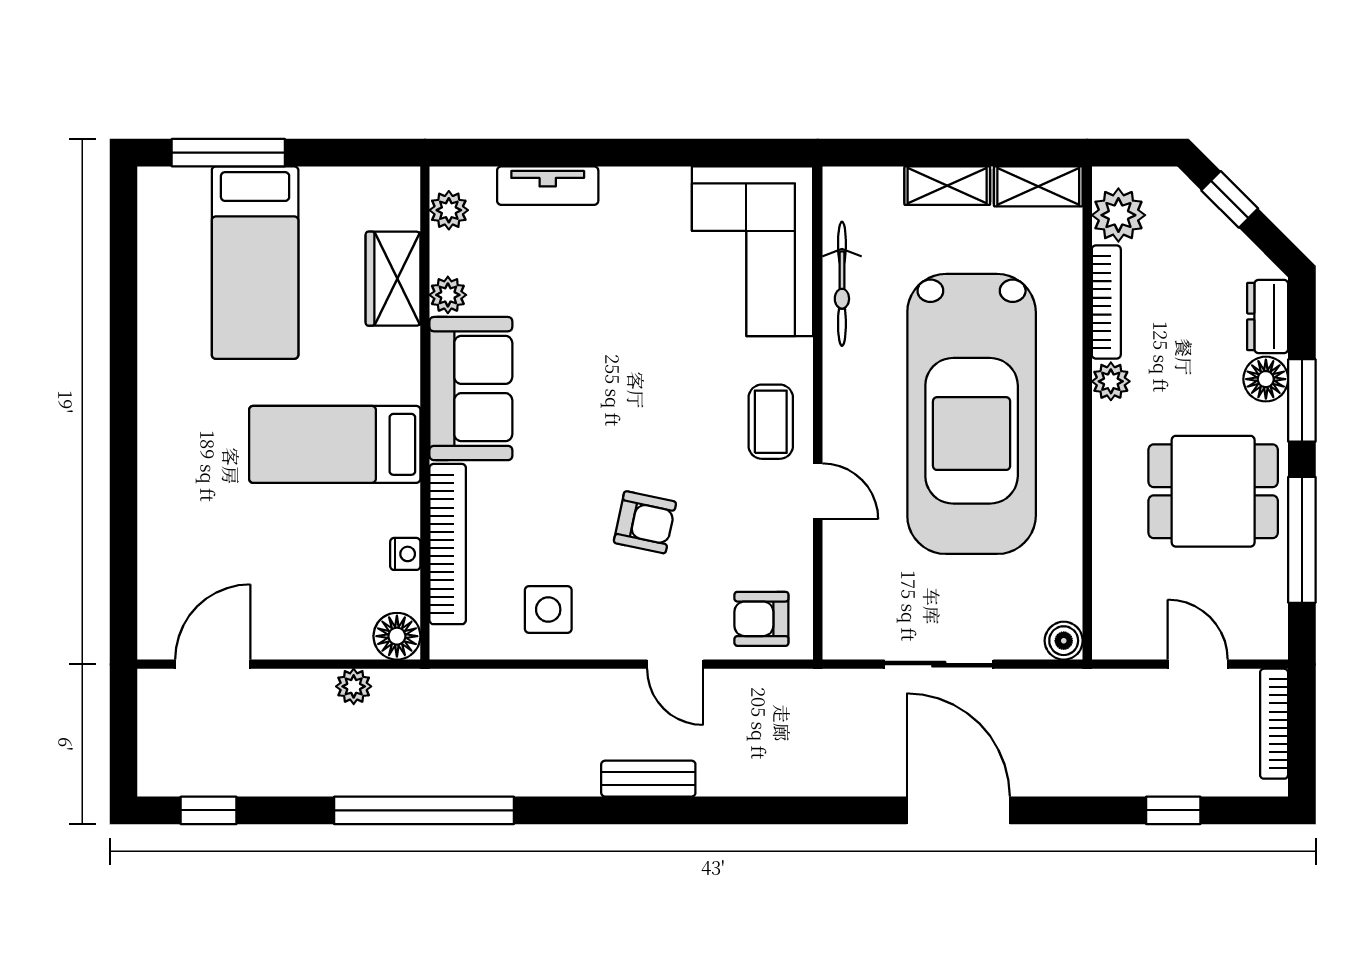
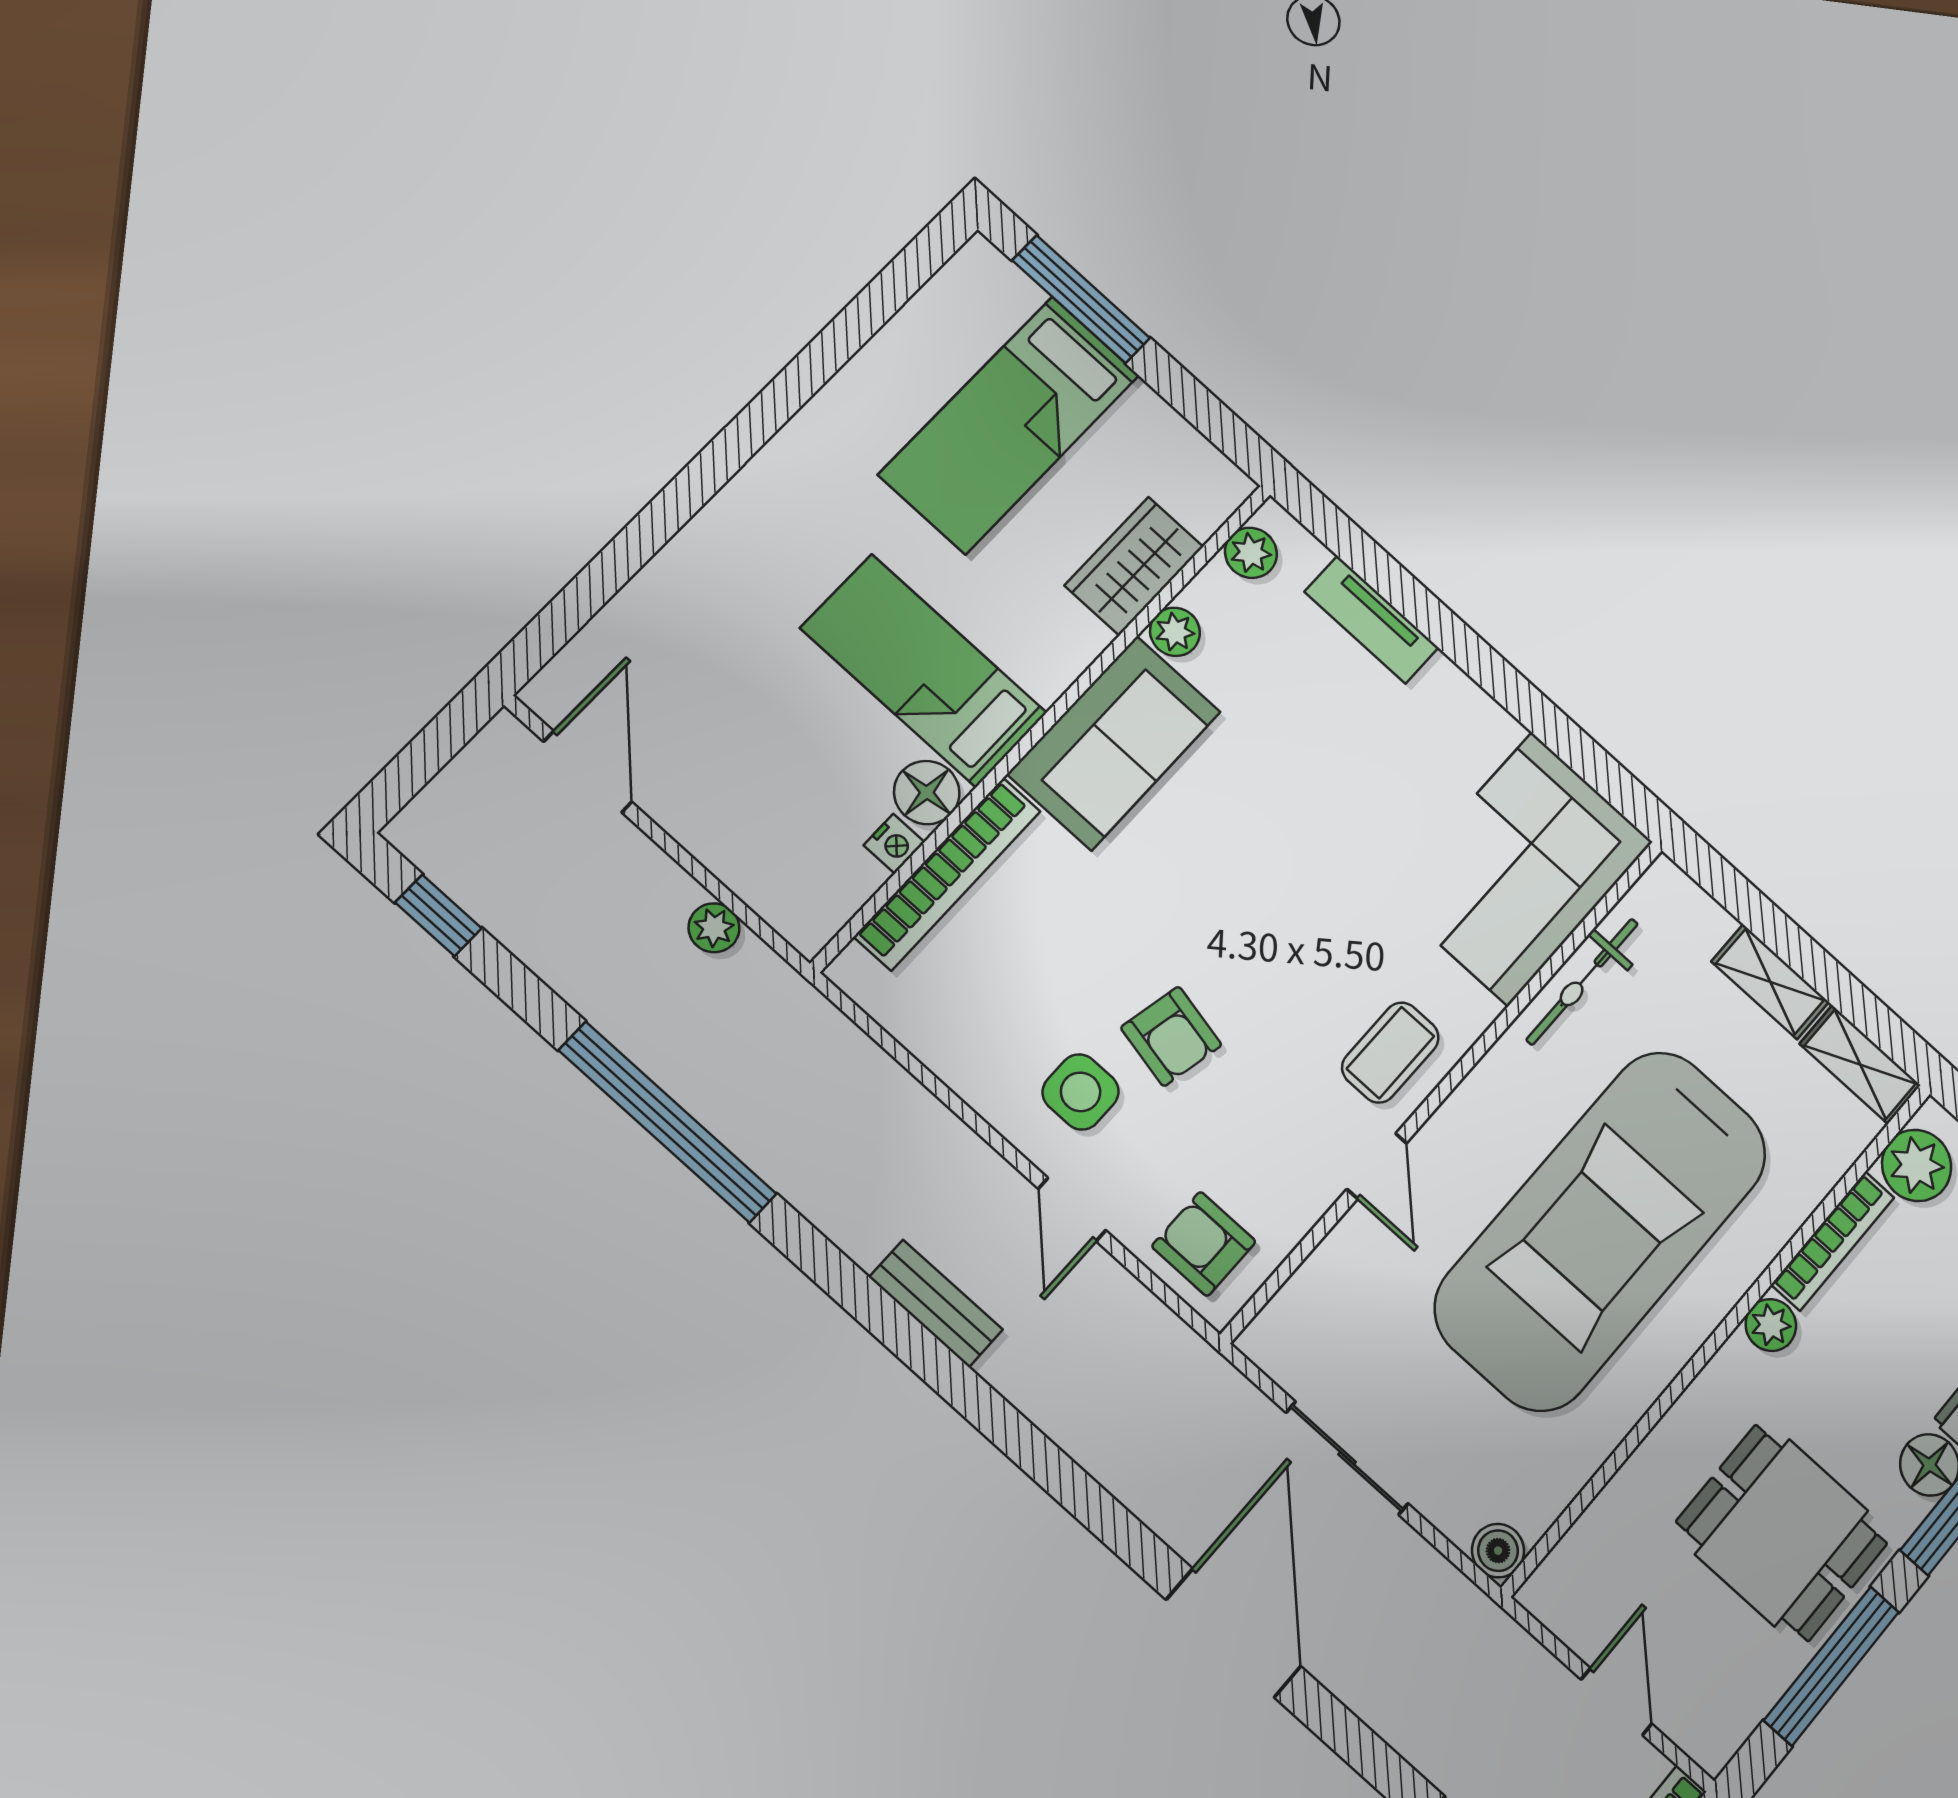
side table: (548, 610) -> (1081, 1092), moved
floor lamp: (397, 636) -> (927, 792), moved
door: (213, 664) -> (588, 772), hinge flipped

